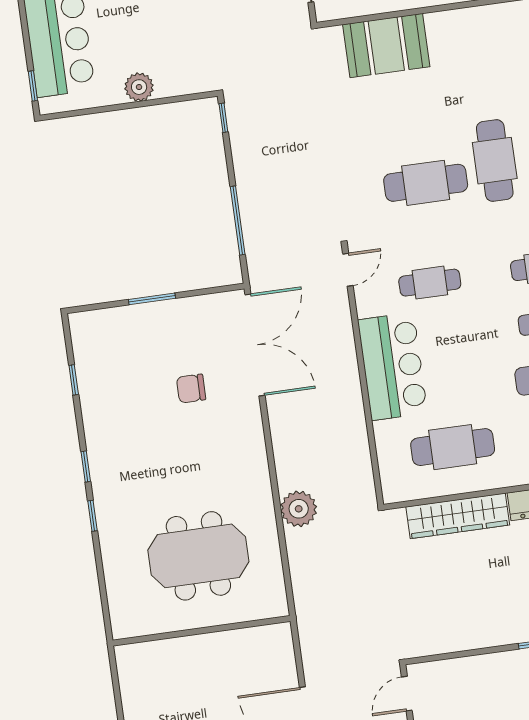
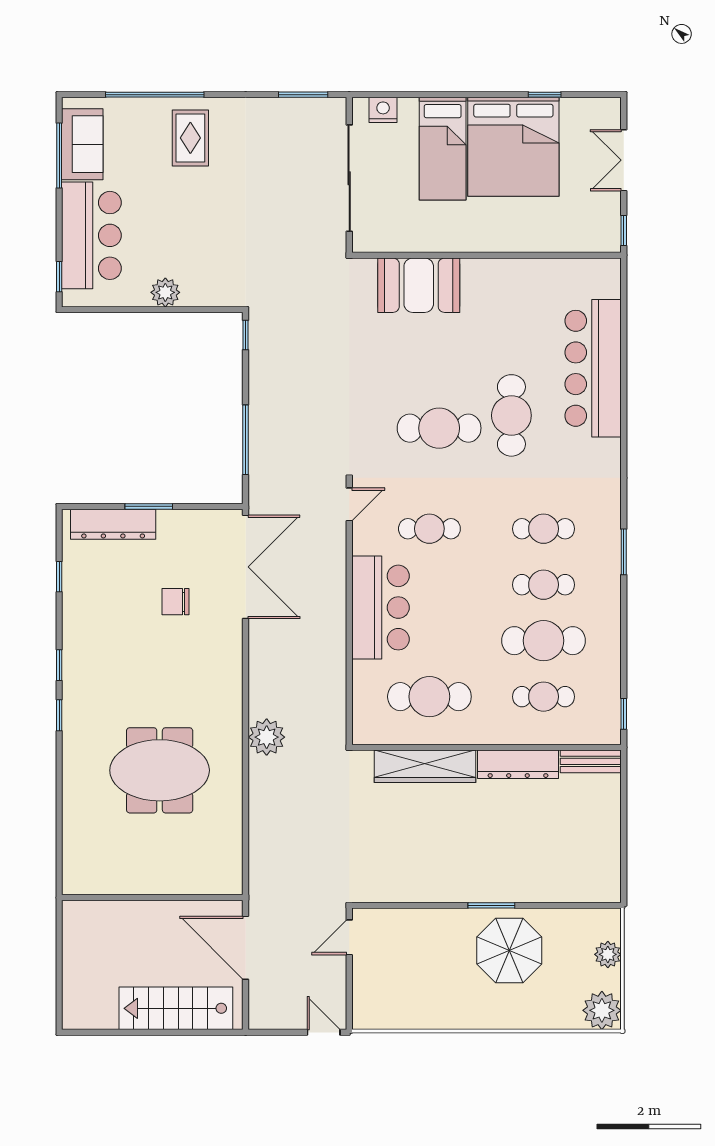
dresser: (119, 321) -> (113, 524), added
wall: (202, 631) -> (152, 898), moved

